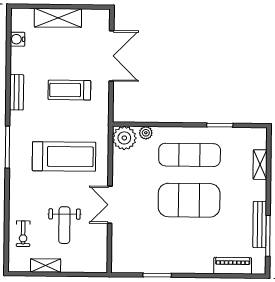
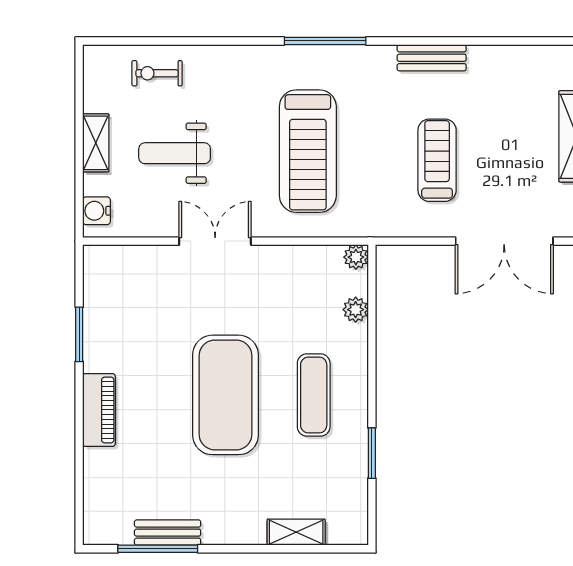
water cooler: (18, 39) -> (97, 211), moved, turned -90
plant: (124, 138) -> (356, 257), width x0.53, depth x0.53
exercise mat: (190, 155) -> (314, 395), width x0.73, depth x0.69
bench: (260, 225) -> (168, 533), width x0.73
shelving: (46, 265) -> (96, 143), moved
piano: (233, 266) -> (99, 410), moved

